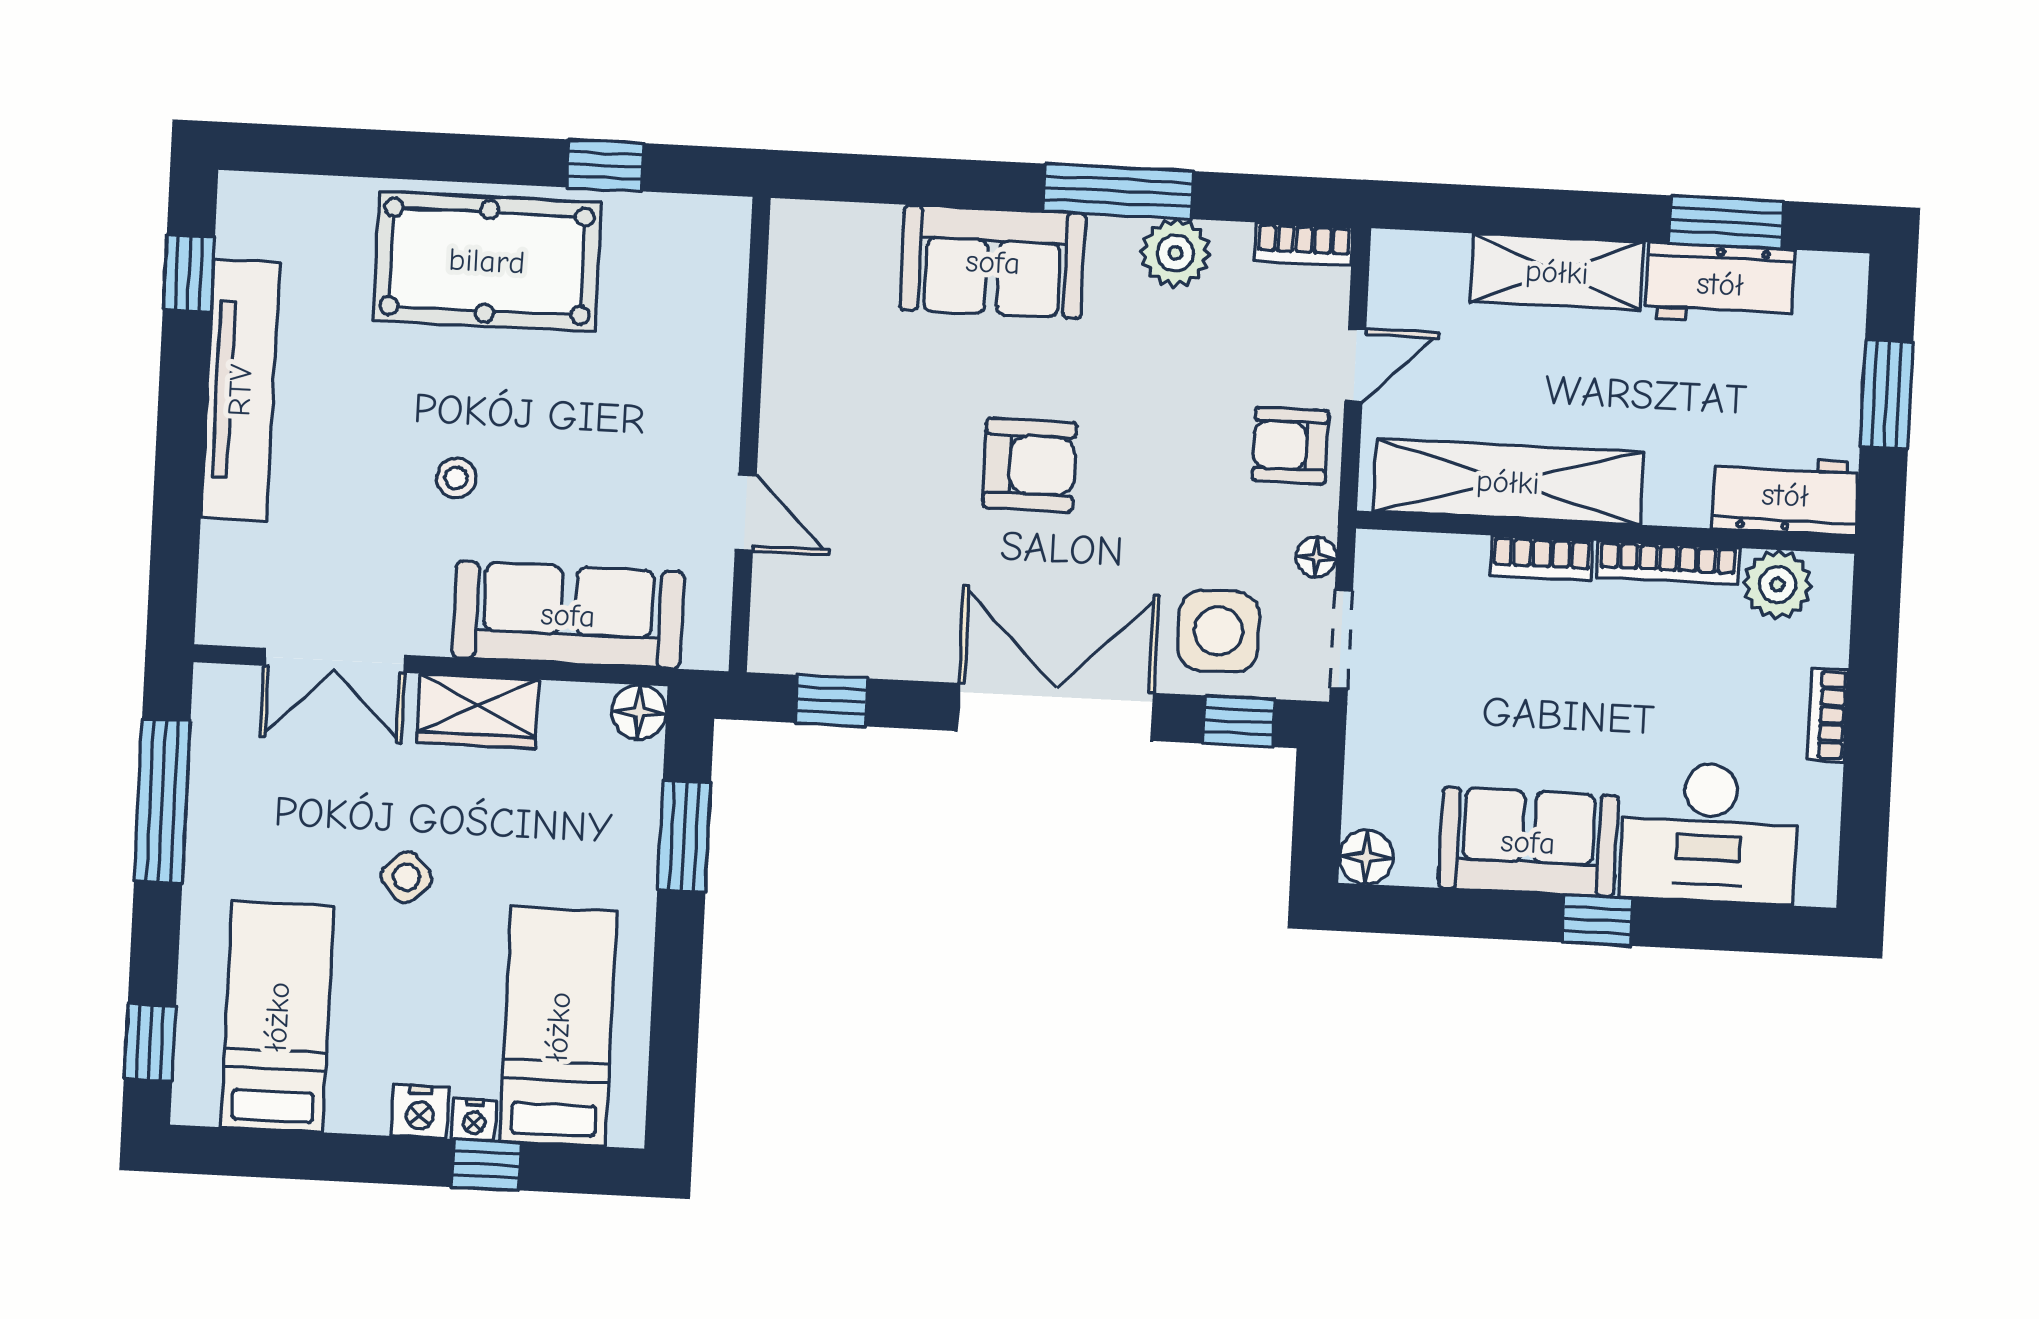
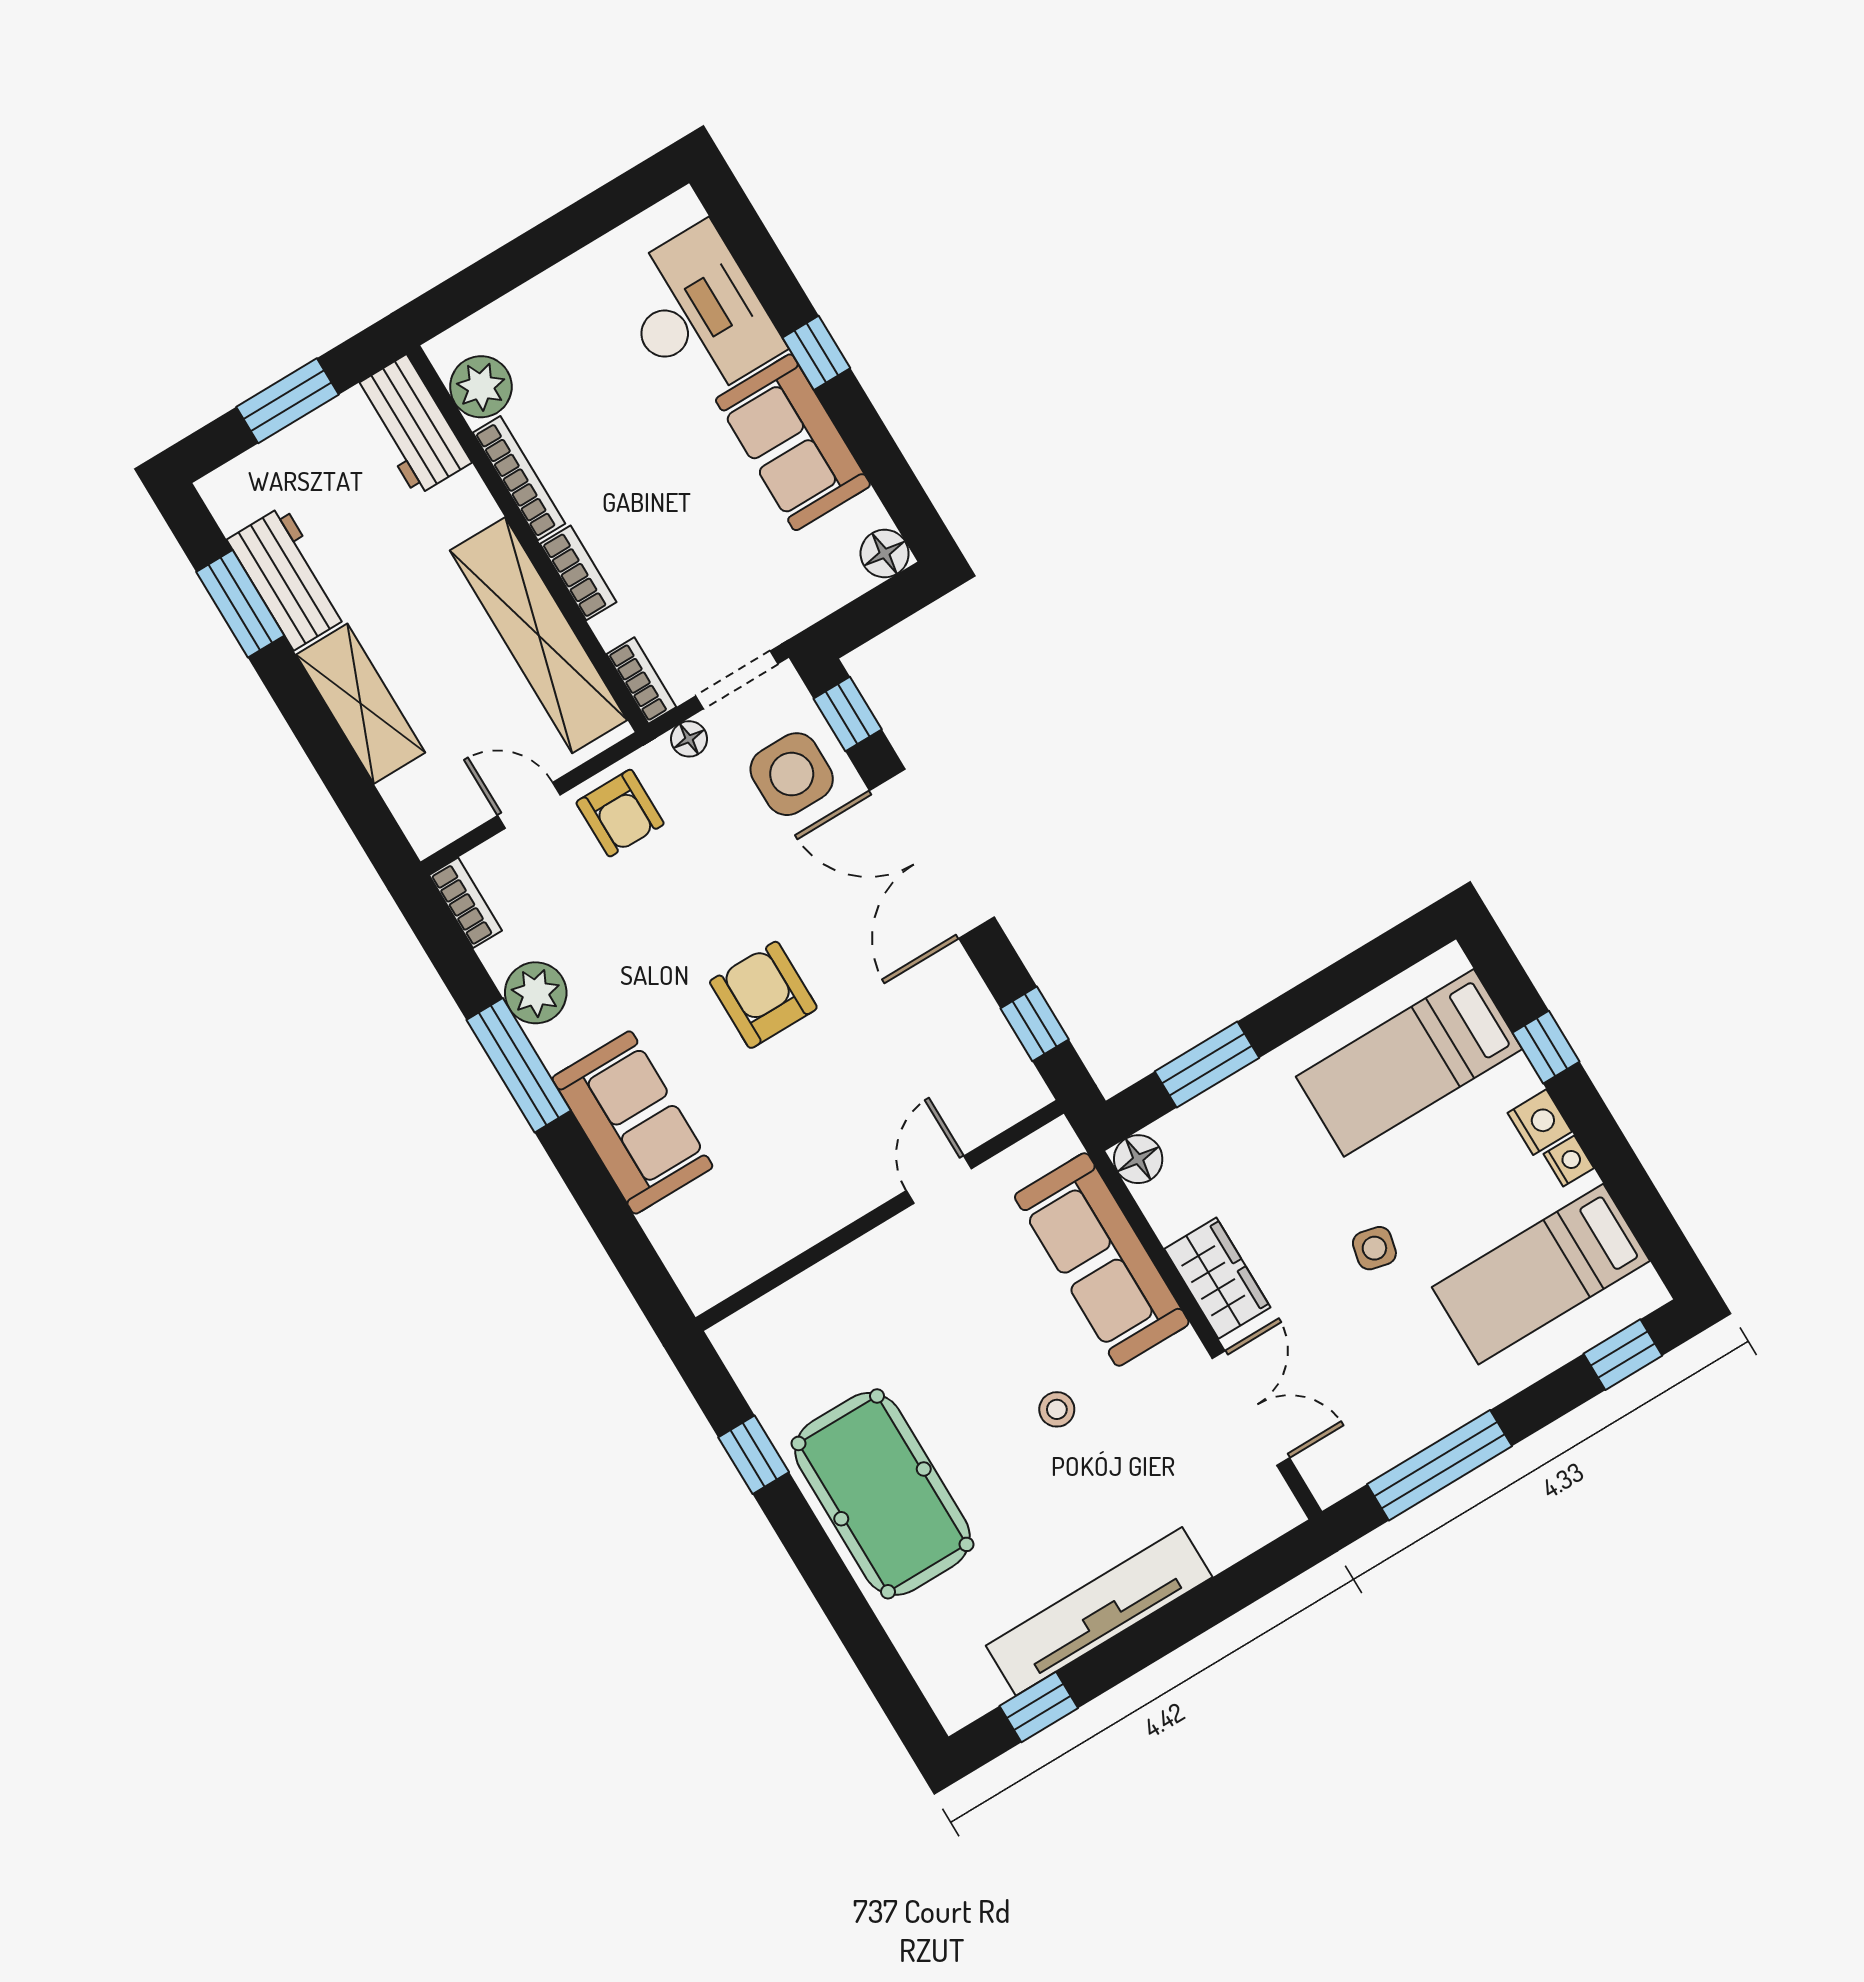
bookcase: (1828, 715) -> (641, 681), moved, turned -90
side table: (406, 877) -> (1374, 1248), turned -36
nightstand: (474, 1120) -> (1569, 1161), moved

